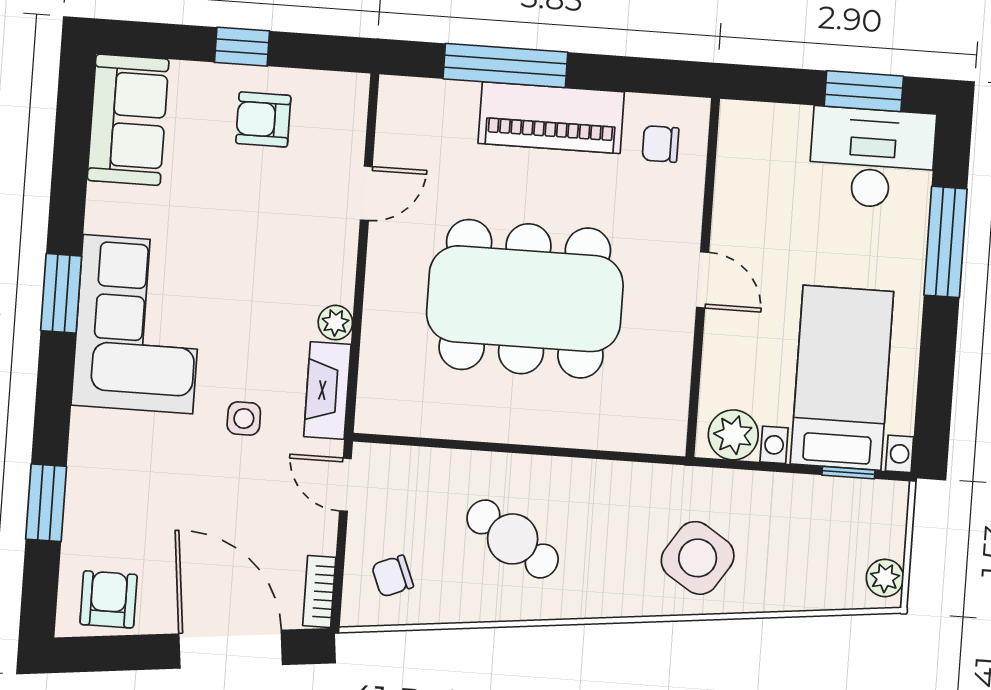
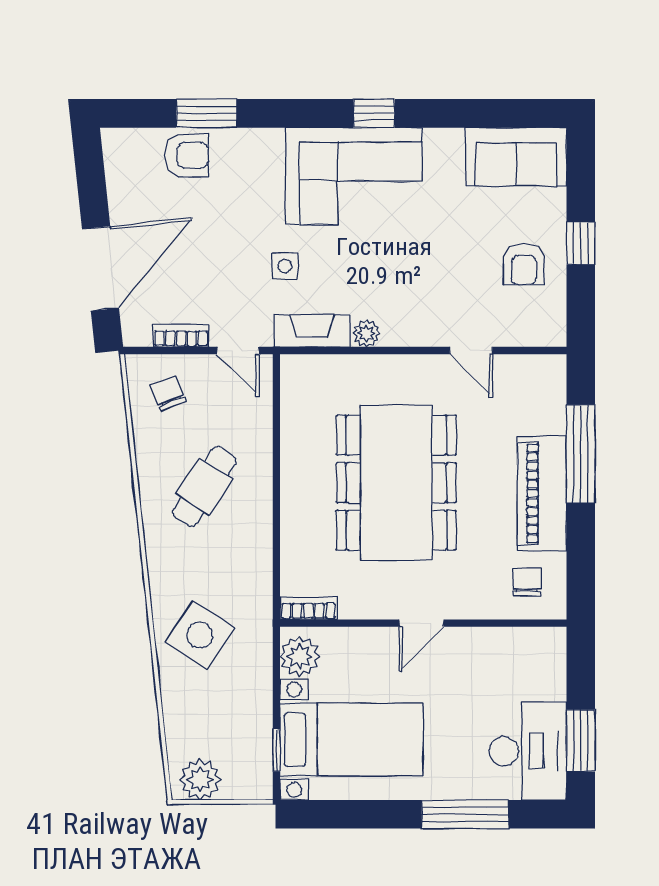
armchair: (263, 119) -> (524, 264), turned 180
window: (61, 293) -> (374, 113), width x0.67
bookcase: (674, 420) -> (308, 608), added
door: (345, 485) -> (238, 351), swing flipped
plant: (885, 578) -> (200, 780), width x1.38, depth x1.38
bookcase: (319, 591) -> (181, 336), moved
armchair: (109, 599) -> (187, 155), moved

